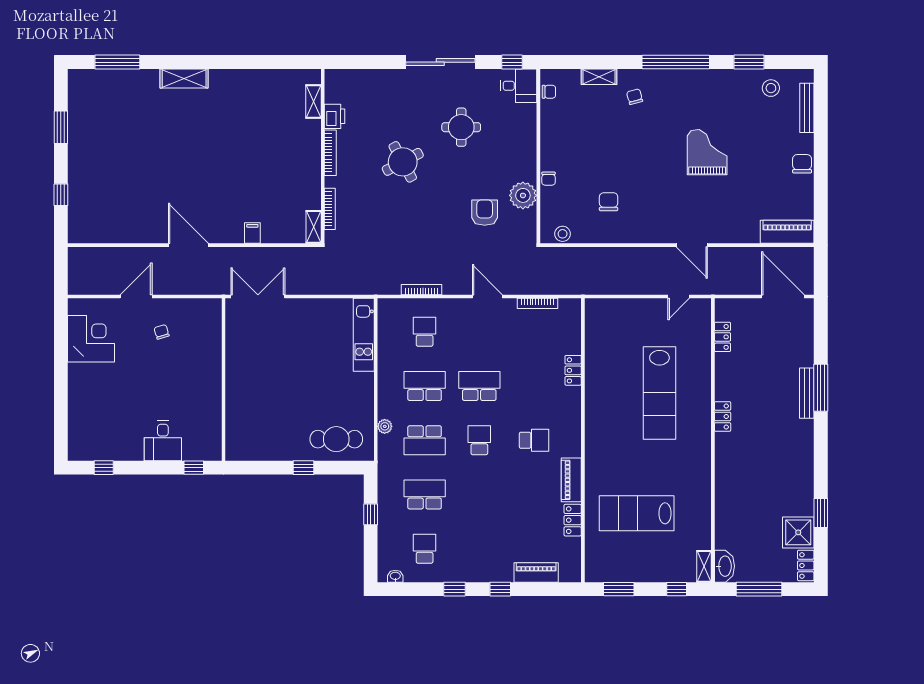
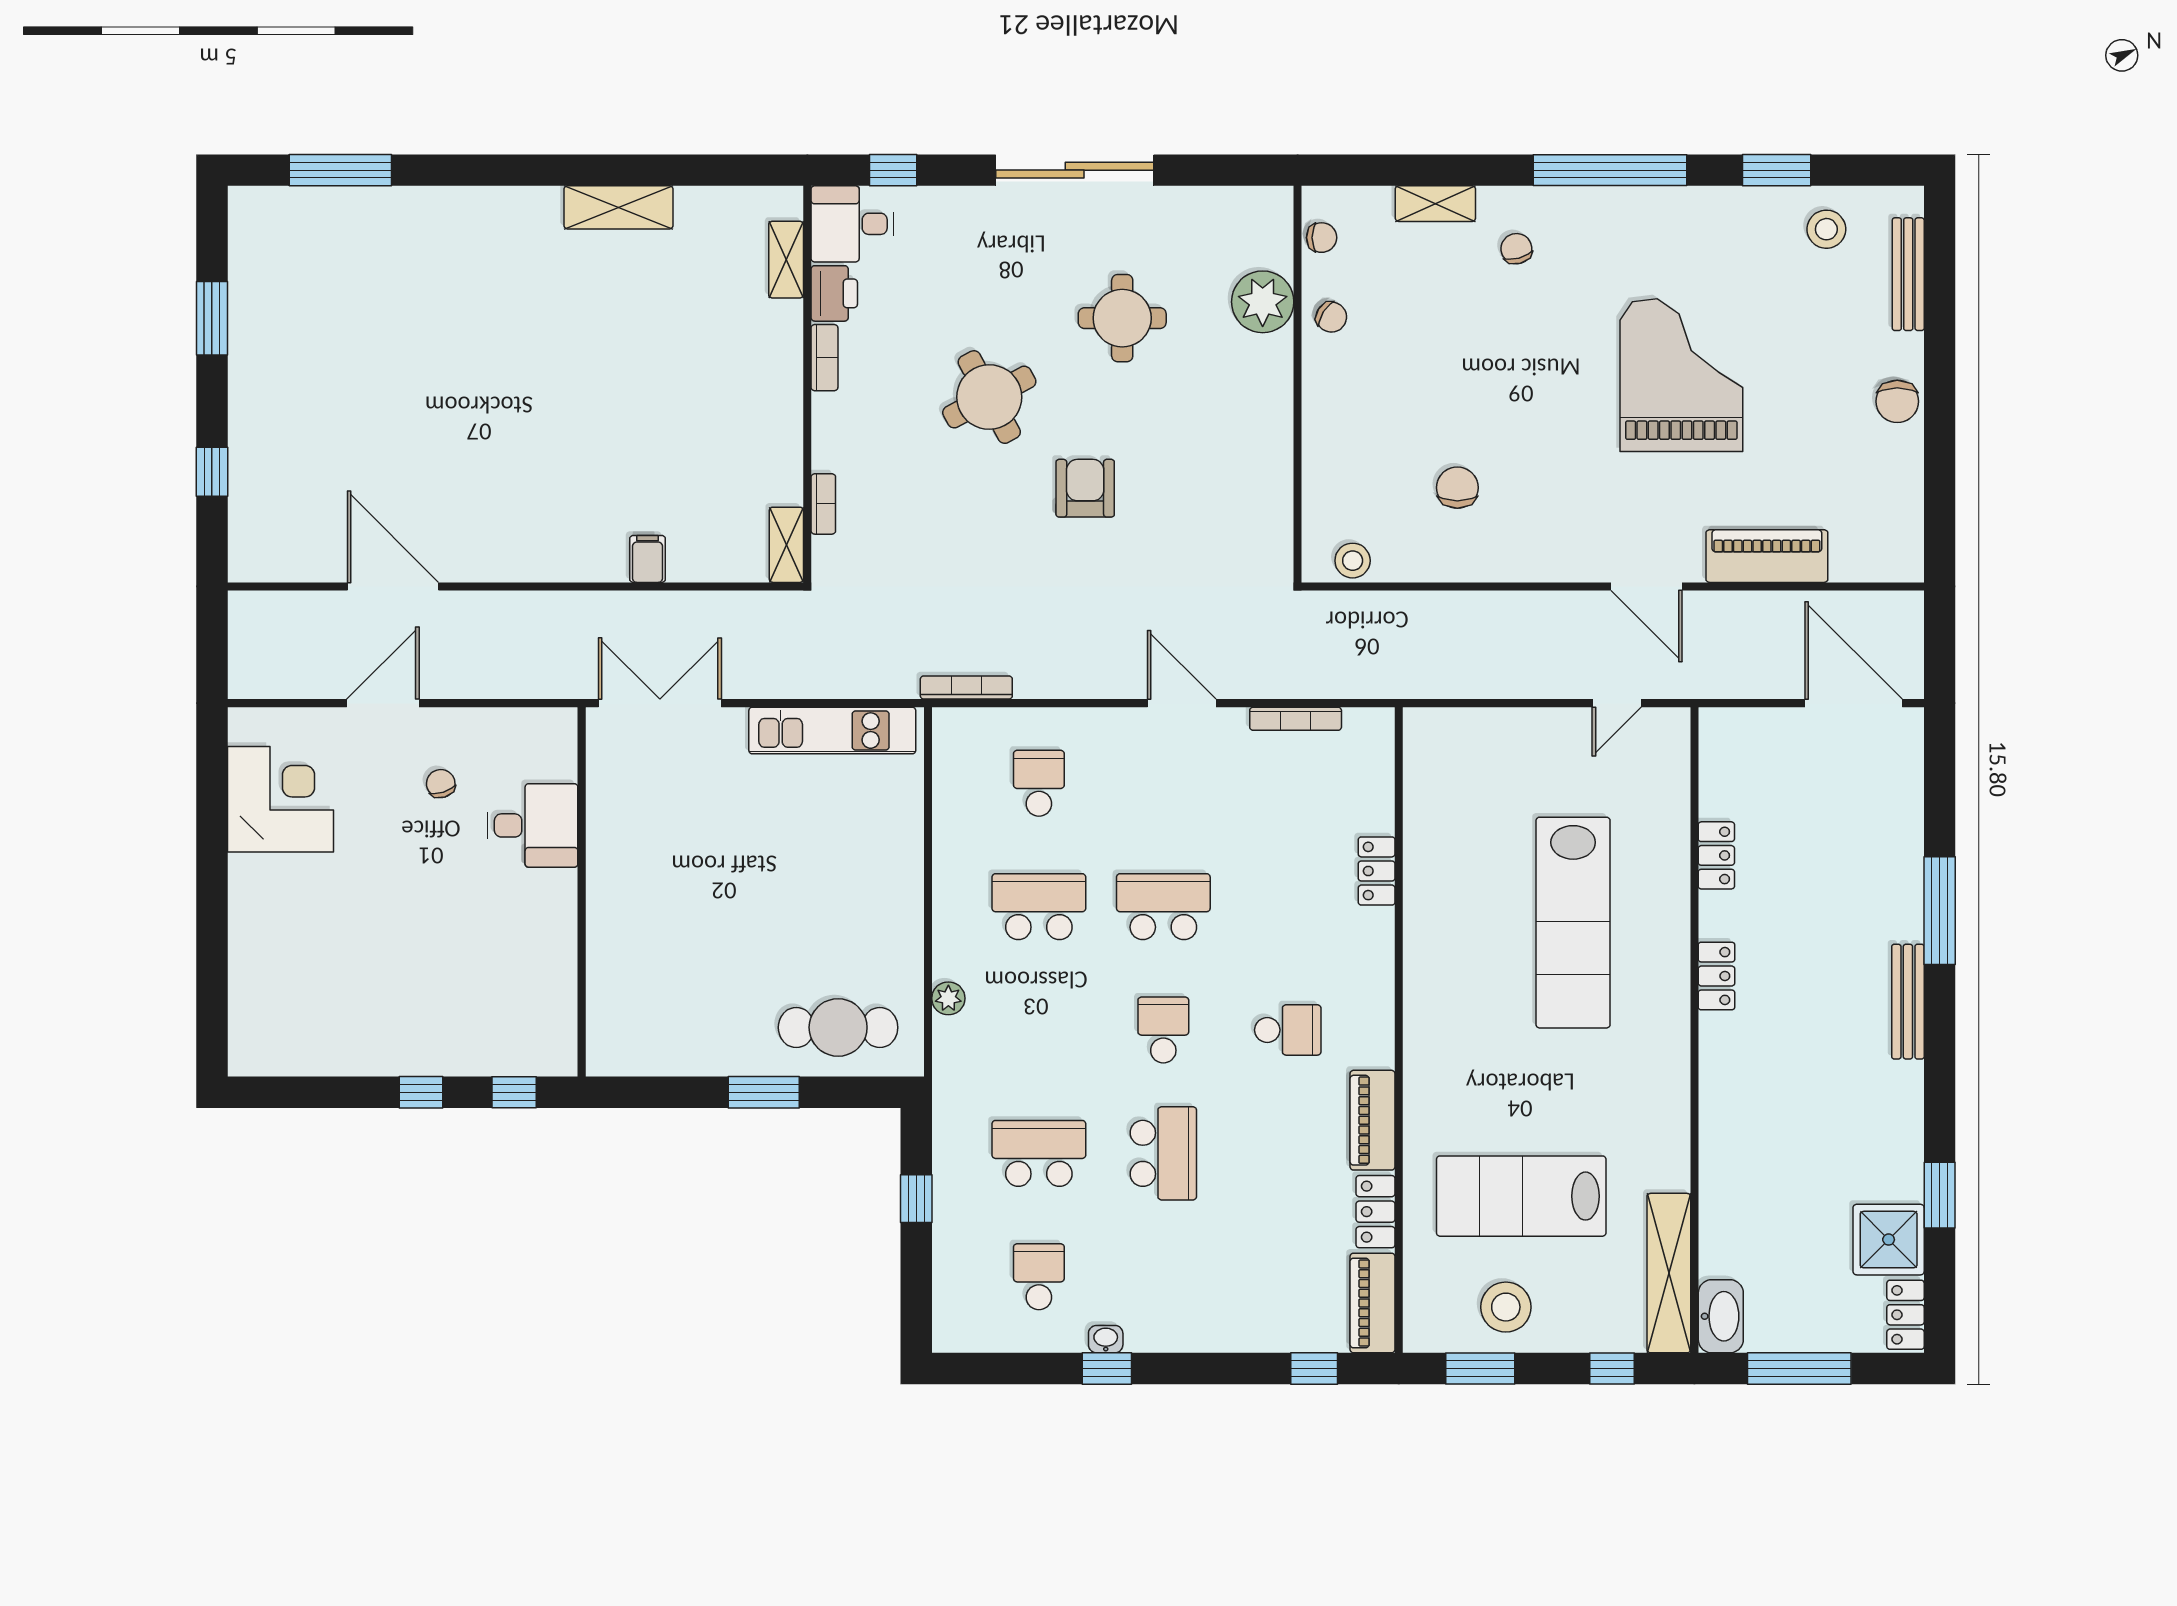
window: (512, 62) -> (893, 170), moved
shelving: (184, 78) -> (619, 207), moved
desk: (518, 86) -> (852, 224), moved, turned 180
grand piano: (707, 152) -> (1681, 375), width x1.37, depth x1.48
bookcase: (330, 153) -> (824, 358), width x0.64
chair: (802, 164) -> (1897, 401), turned 180
chair: (548, 179) -> (1331, 317), moved, turned -58
plant: (523, 195) -> (1263, 302), moved
bookcase: (330, 209) -> (823, 504), width x0.64
armchair: (485, 213) -> (1085, 488), moved
piano: (787, 232) -> (1767, 556), moved
door: (188, 245) -> (393, 586), moved
bookcase: (422, 290) -> (966, 688), moved
kitchen unit: (364, 335) -> (832, 731), moved, turned -90
locker: (722, 337) -> (1716, 855), moved
bench: (807, 393) -> (1908, 1002), moved
school desk: (425, 440) -> (1163, 1153), moved, turned -90
desk: (163, 441) -> (532, 825), moved, turned -90
window: (104, 468) -> (421, 1092), moved
window: (304, 468) -> (764, 1092), width x1.50
stool: (630, 562) -> (1506, 1307), added
shelving: (704, 566) -> (1669, 1273), width x2.20, depth x1.33
piano: (536, 572) -> (1373, 1303), moved, turned -90
washbasin: (395, 576) -> (1106, 1339), moved
window: (500, 589) -> (1314, 1369), moved

